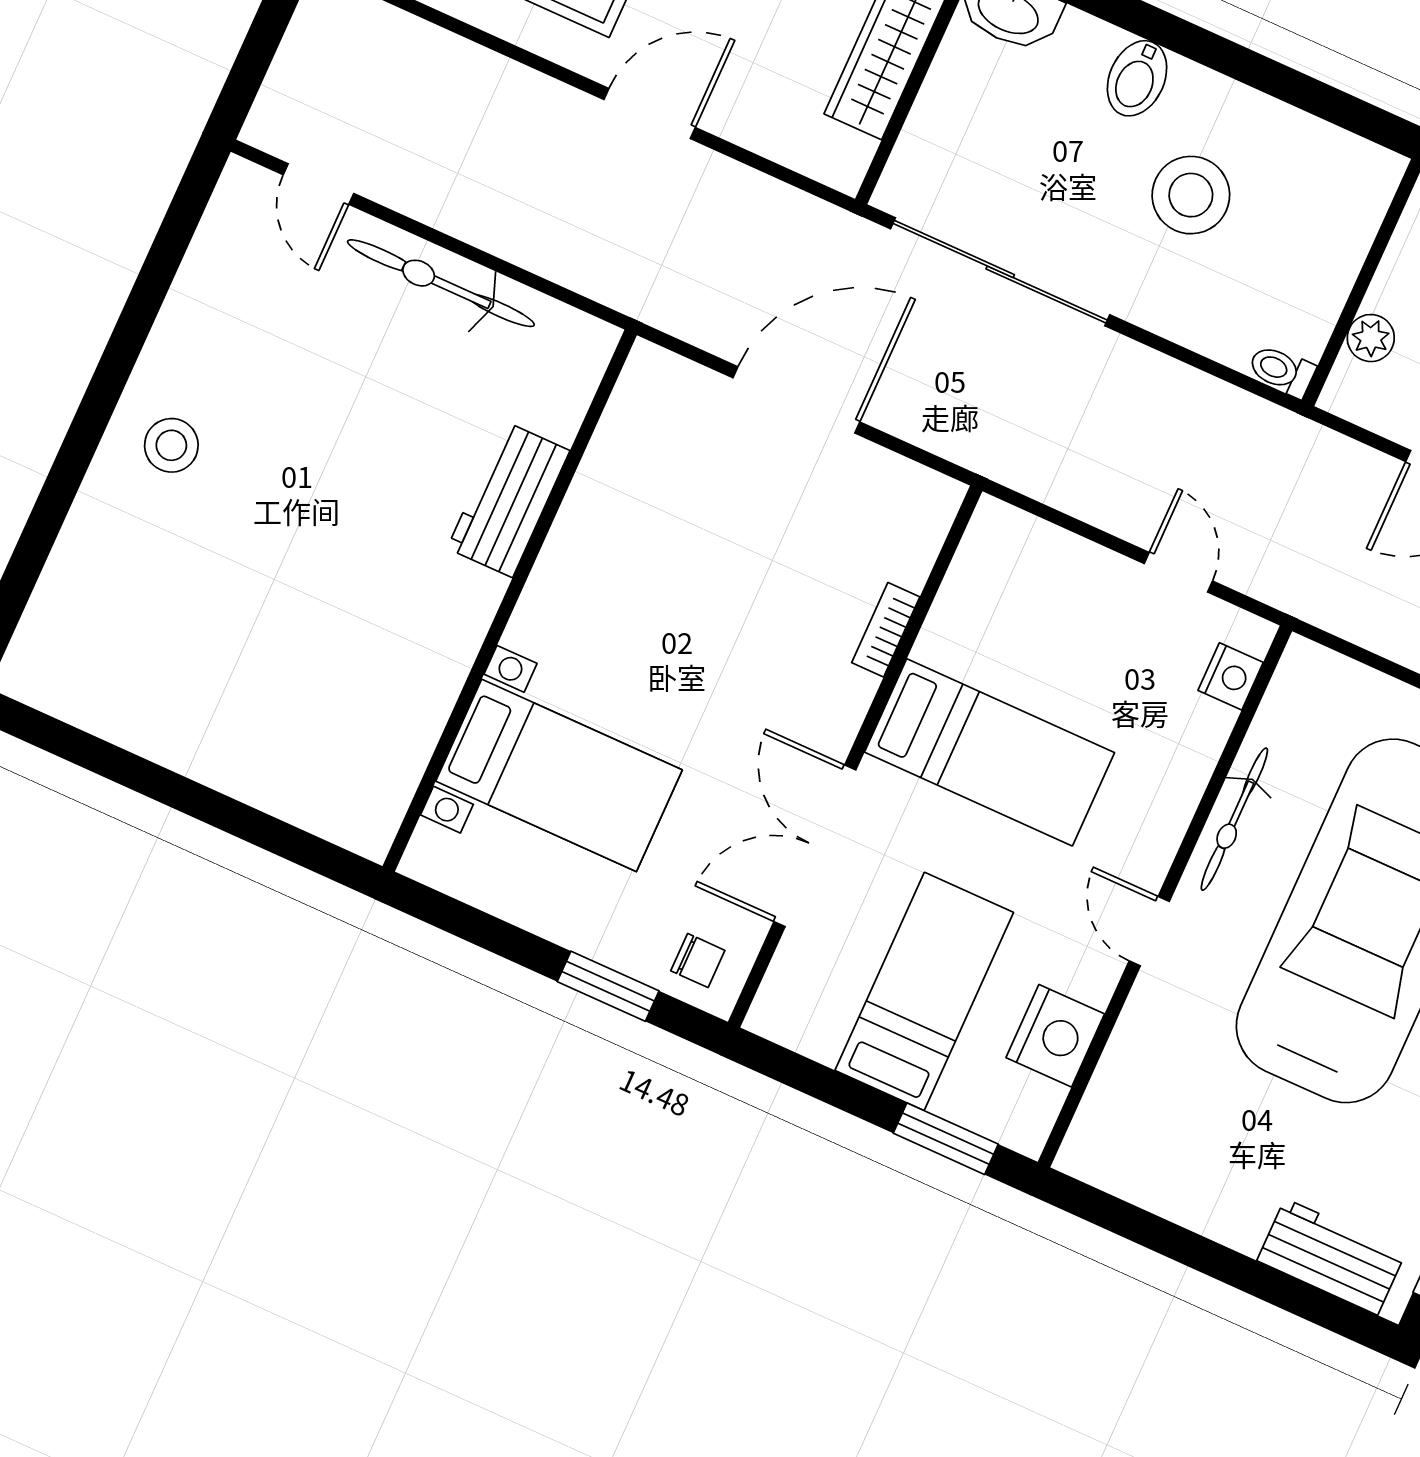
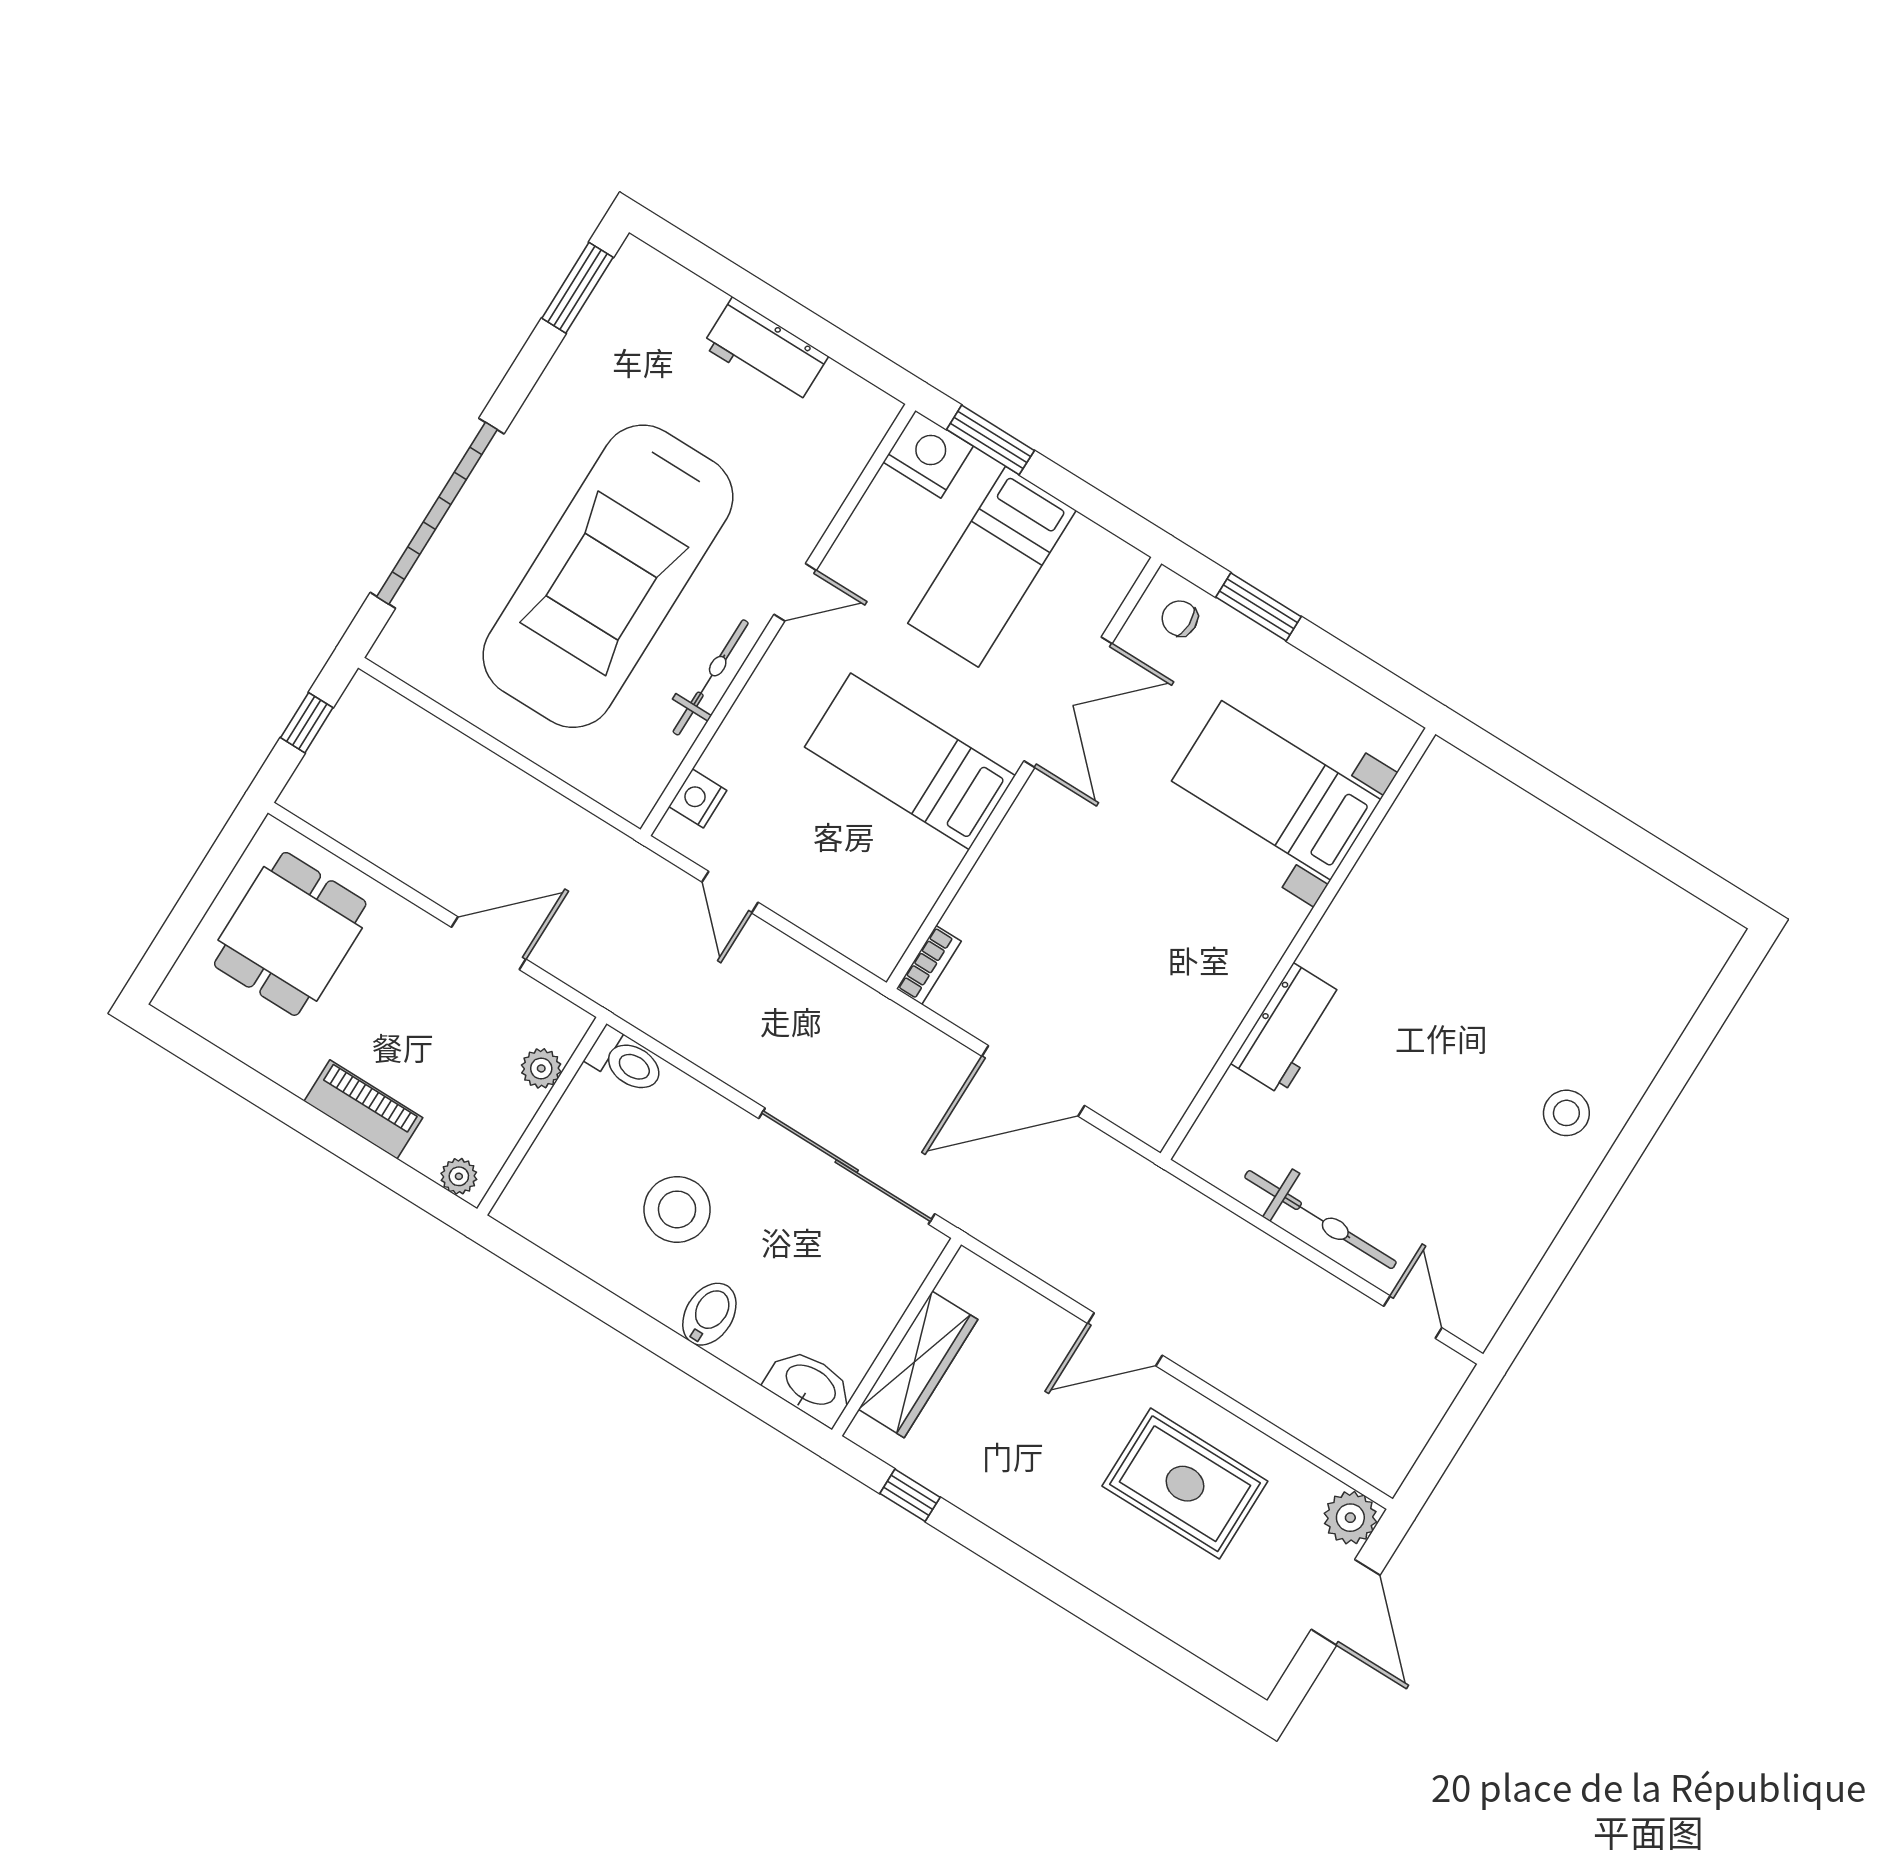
toilet: (1282, 371) -> (626, 1061), width x1.37, depth x1.39
bookcase: (886, 630) -> (929, 965), moved
door: (1149, 931) -> (795, 592), hinge flipped
nightstand: (1055, 1036) -> (928, 454), moved, turned 90
workbench: (1331, 1257) -> (765, 351), moved

